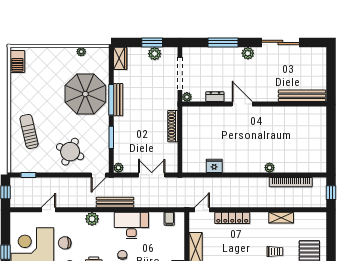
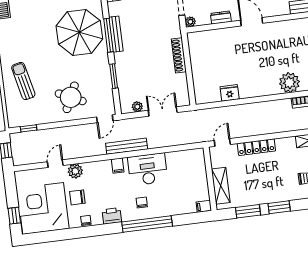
plant: (118, 168) -> (137, 107), moved
plant: (270, 168) -> (289, 83), width x1.88, depth x1.88
plant: (92, 219) -> (75, 171), moved
filing cabinet: (169, 219) -> (118, 166), moved

